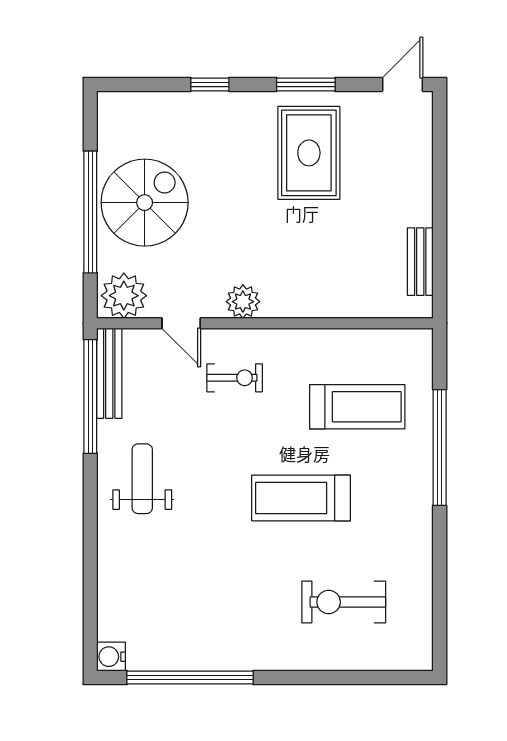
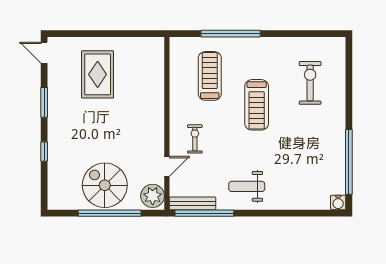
rug: (309, 153) -> (98, 74), moved, turned 90
bench: (420, 262) -> (135, 44), removed
plant: (243, 302) -> (156, 135), removed
exercise bike: (344, 602) -> (310, 83), turned 180

